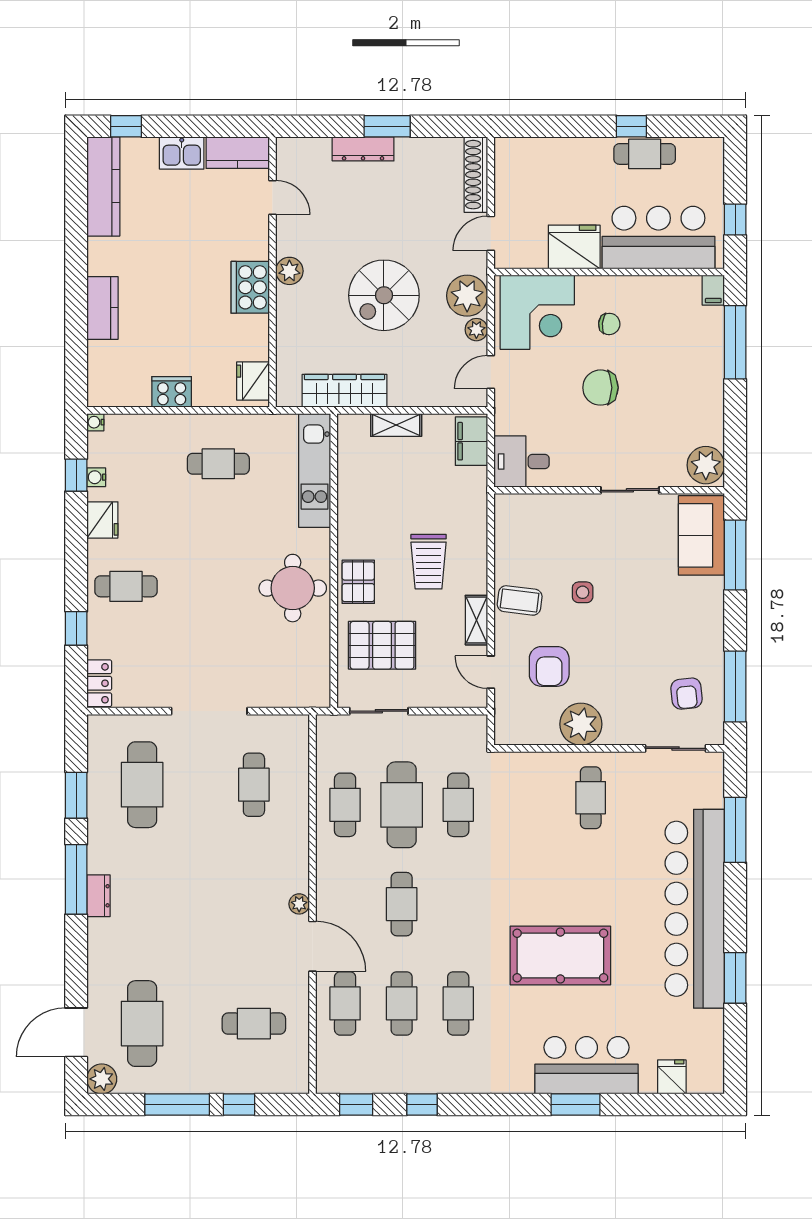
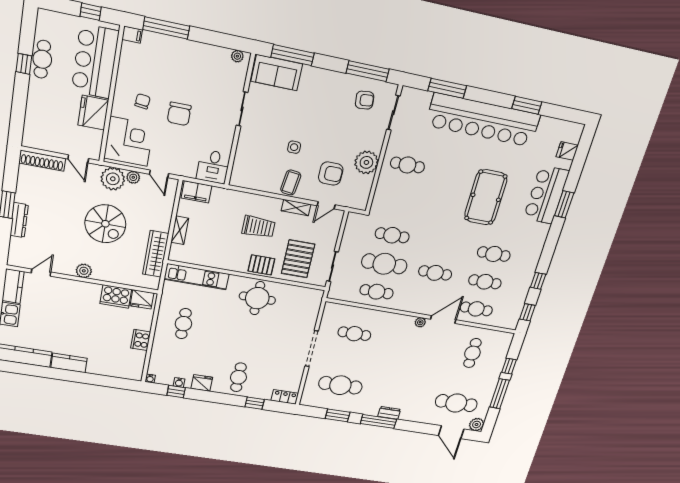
cooker: (250, 287) -> (116, 296), moved
kitchen counter: (102, 308) -> (69, 363), moved
plant: (706, 465) -> (237, 56), width x0.53, depth x0.53

